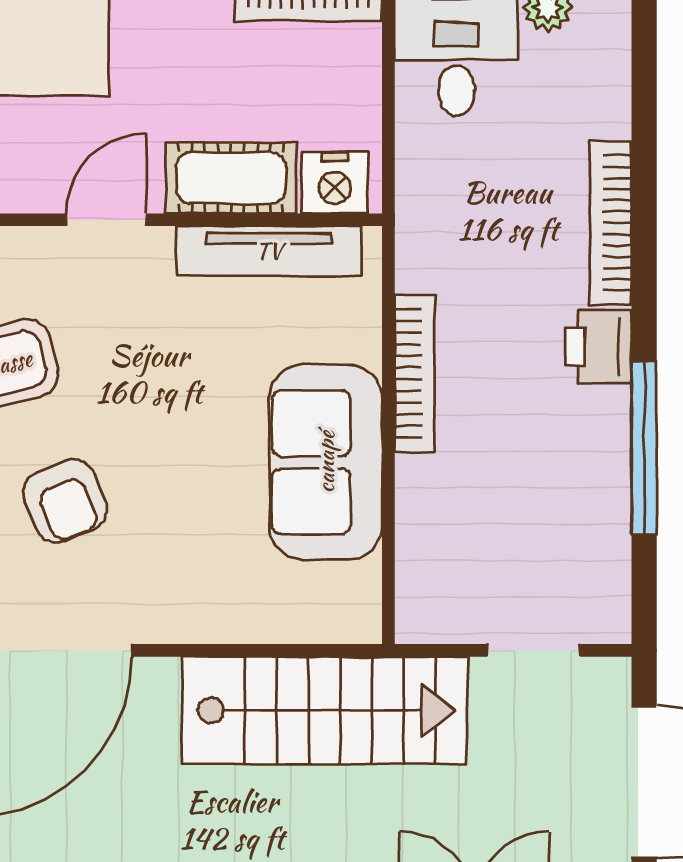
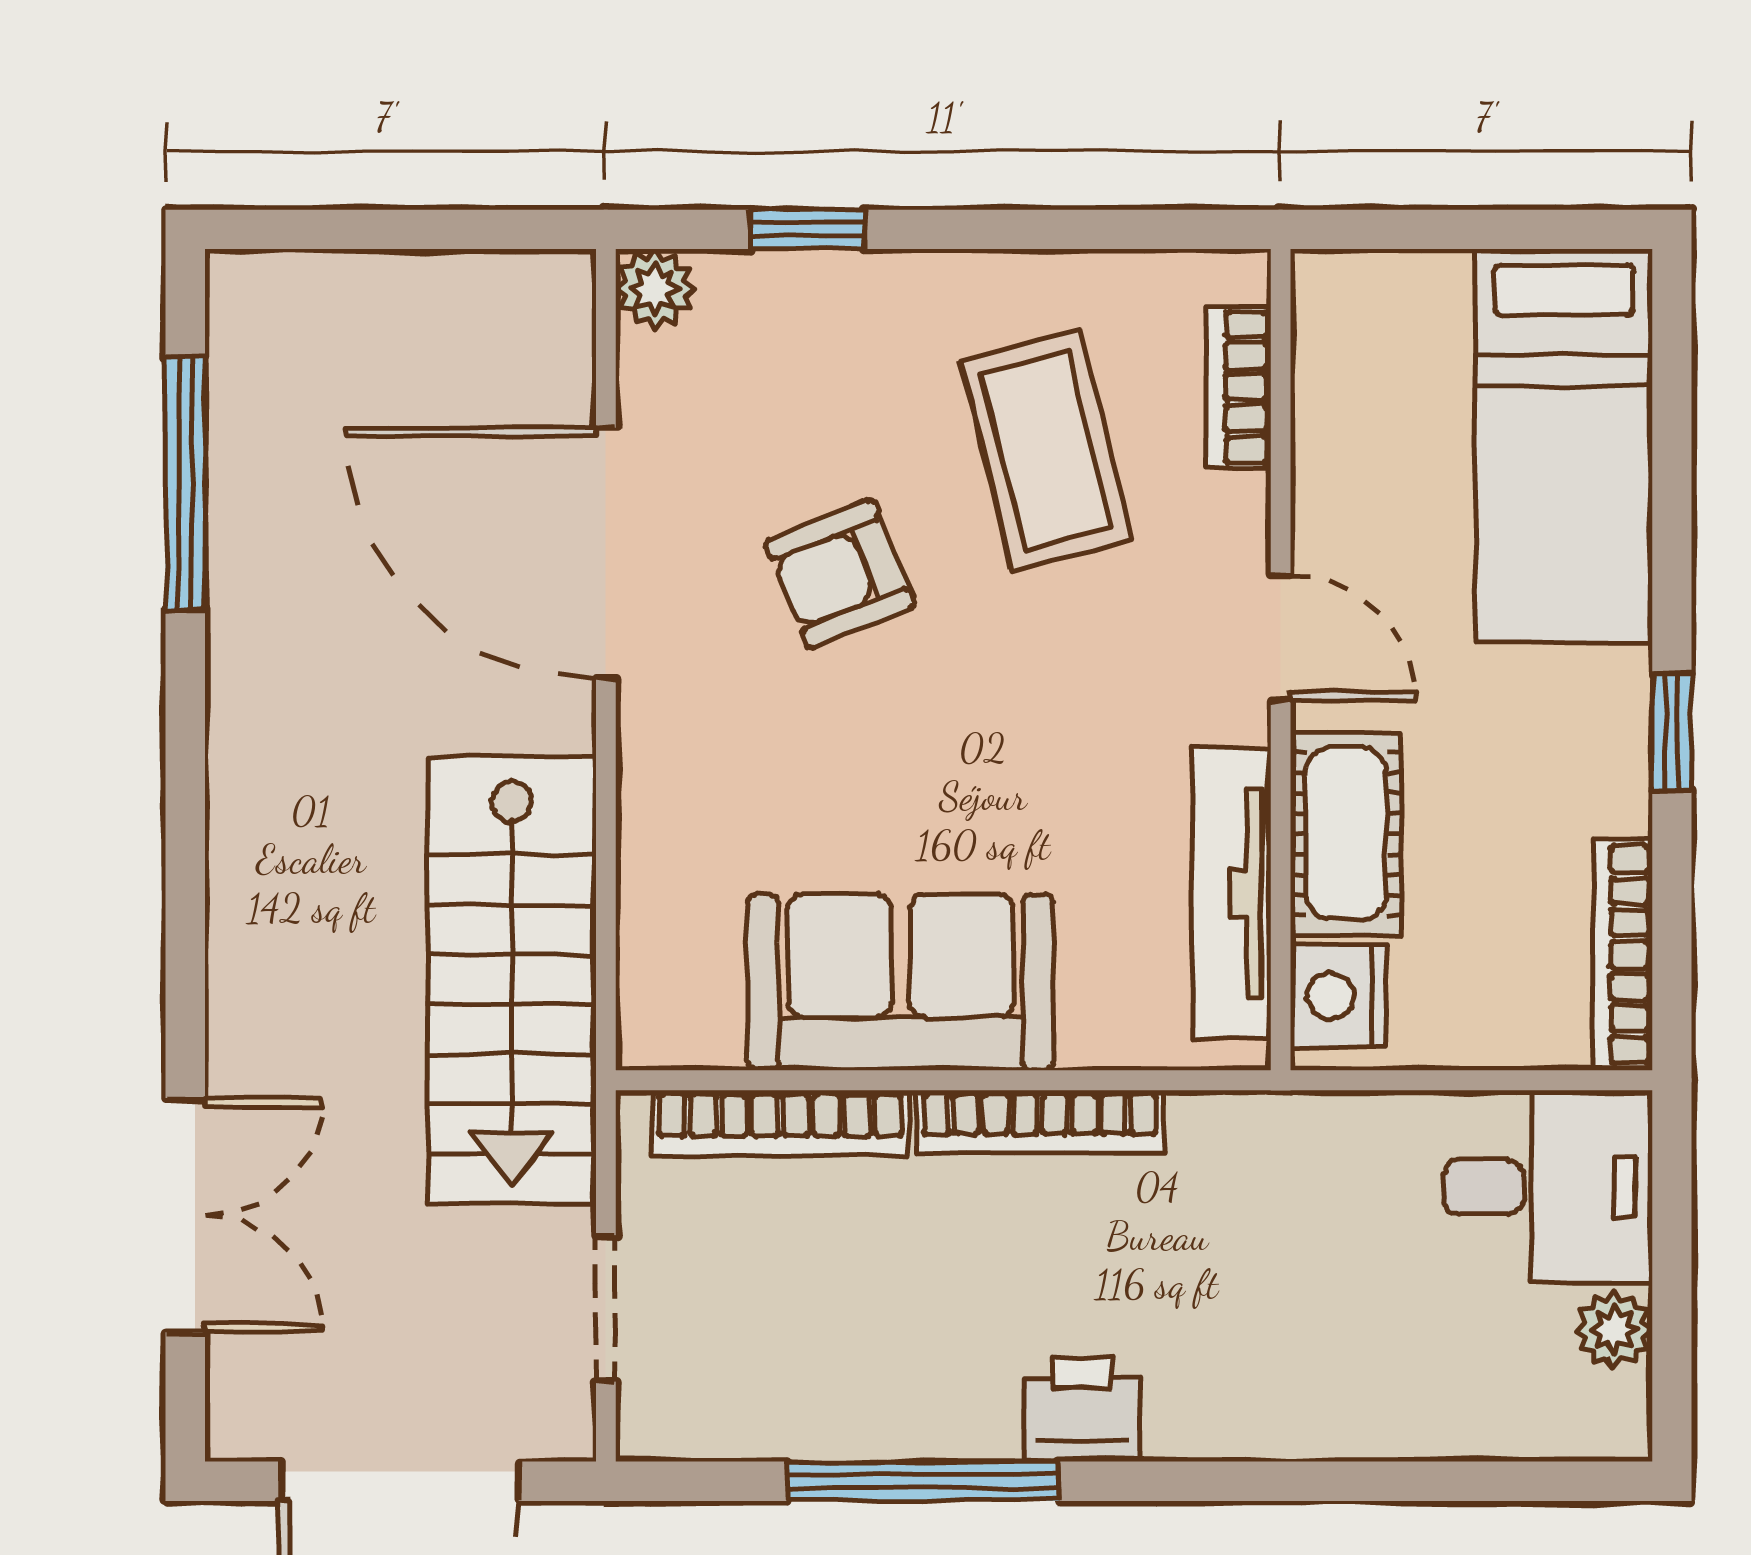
bookcase: (611, 223) -> (780, 1123), moved, turned 180

